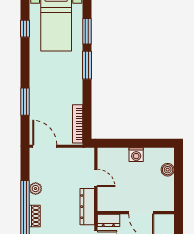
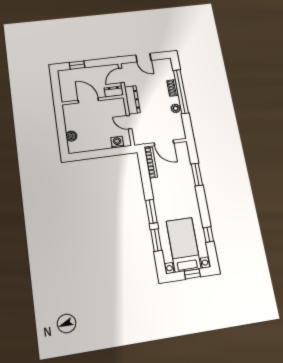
door: (45, 146) -> (164, 143), moved
washing machine: (136, 155) -> (117, 142), moved

